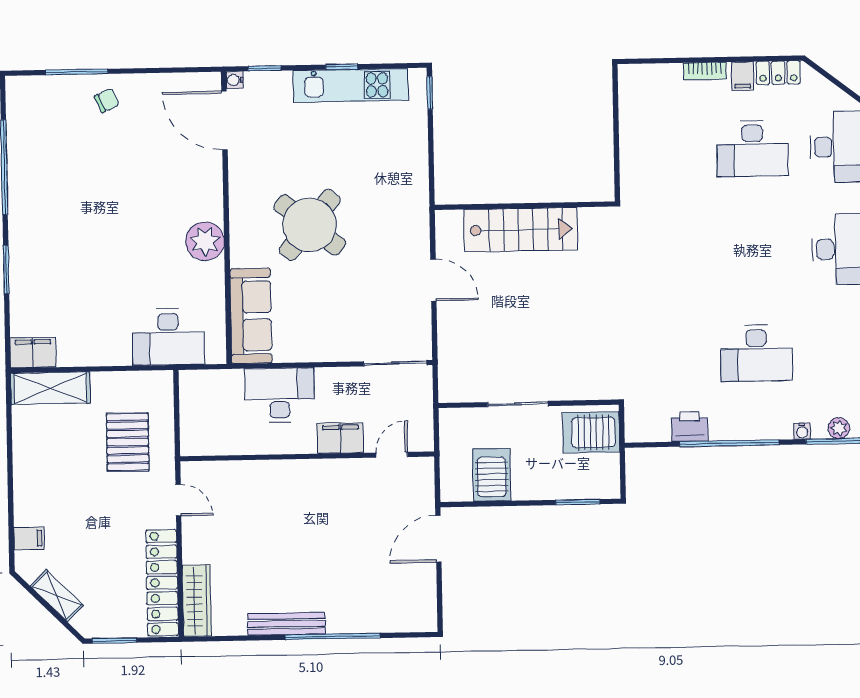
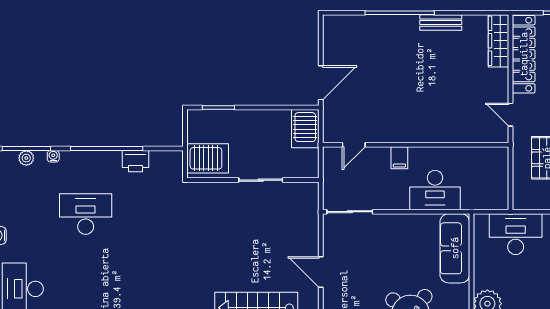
filing cabinet: (340, 438) -> (399, 158), width x0.50
server rack: (492, 475) -> (305, 129), moved
bench: (286, 624) -> (441, 23), width x0.73

